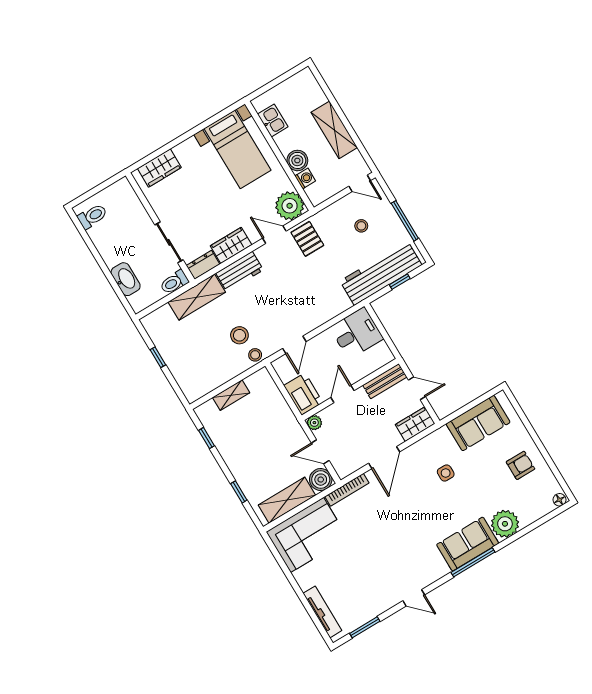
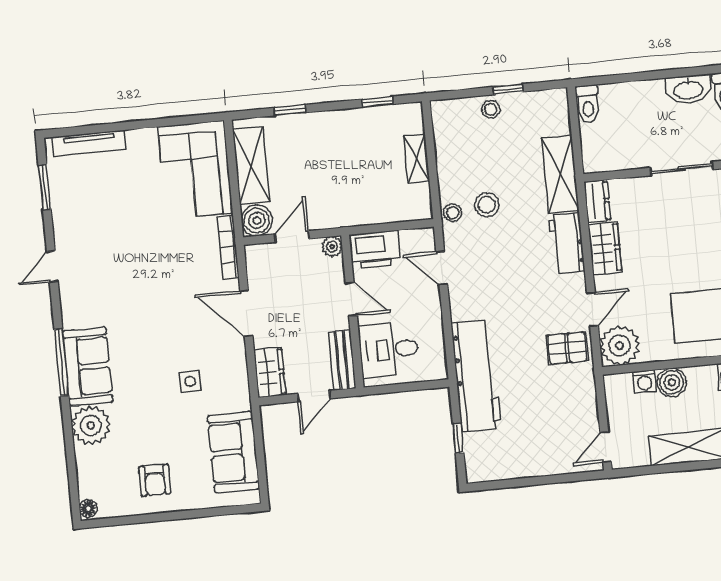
window: (405, 221) -> (532, 481), removed
stool: (361, 226) -> (491, 109), moved
sliding door: (169, 242) -> (682, 169), moved
workbench: (381, 273) -> (476, 376), moved
washbasin: (126, 279) -> (688, 89), moved
toilet: (174, 282) -> (588, 104), moved, turned 180
desk: (357, 333) -> (389, 350), moved, turned 90

